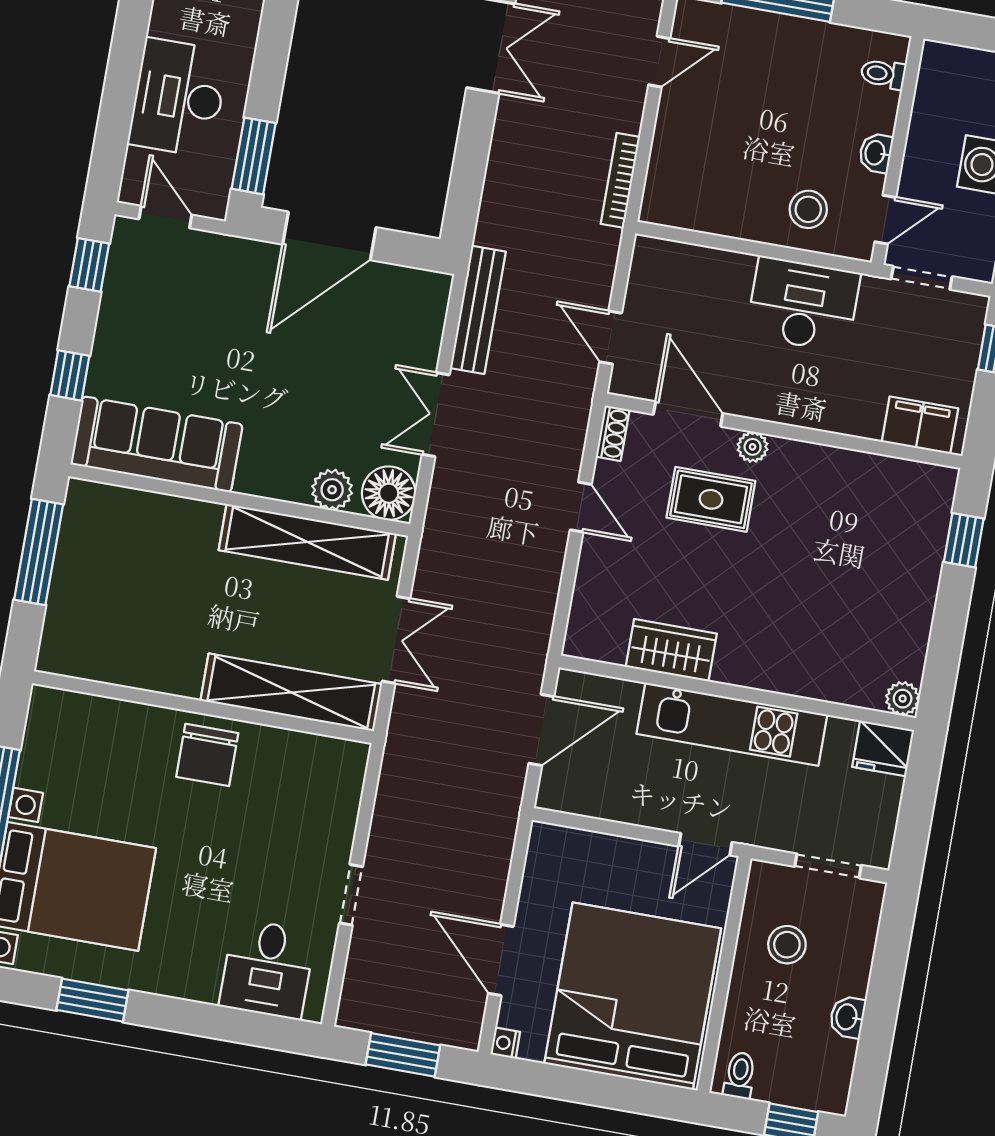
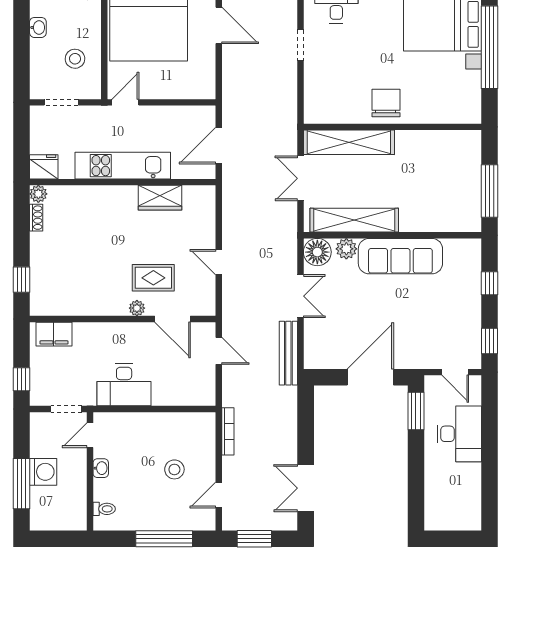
stool: (808, 209) -> (174, 469), moved
shoe rack: (613, 433) -> (36, 218), moved, turned 180
sofa: (157, 444) -> (400, 256), moved

